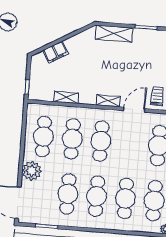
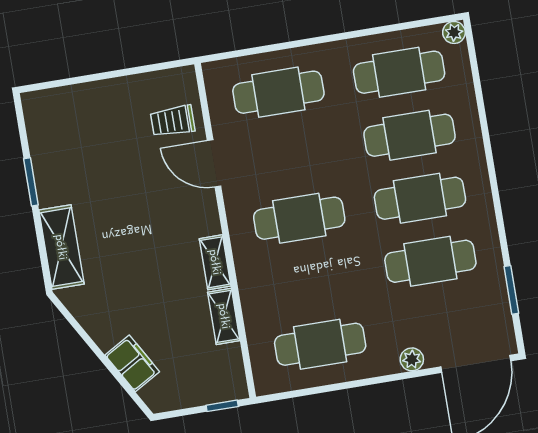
shelving: (108, 101) -> (215, 262), moved
cafe table: (72, 139) -> (310, 281), removed
plant: (32, 171) -> (412, 359), width x0.53, depth x0.53

